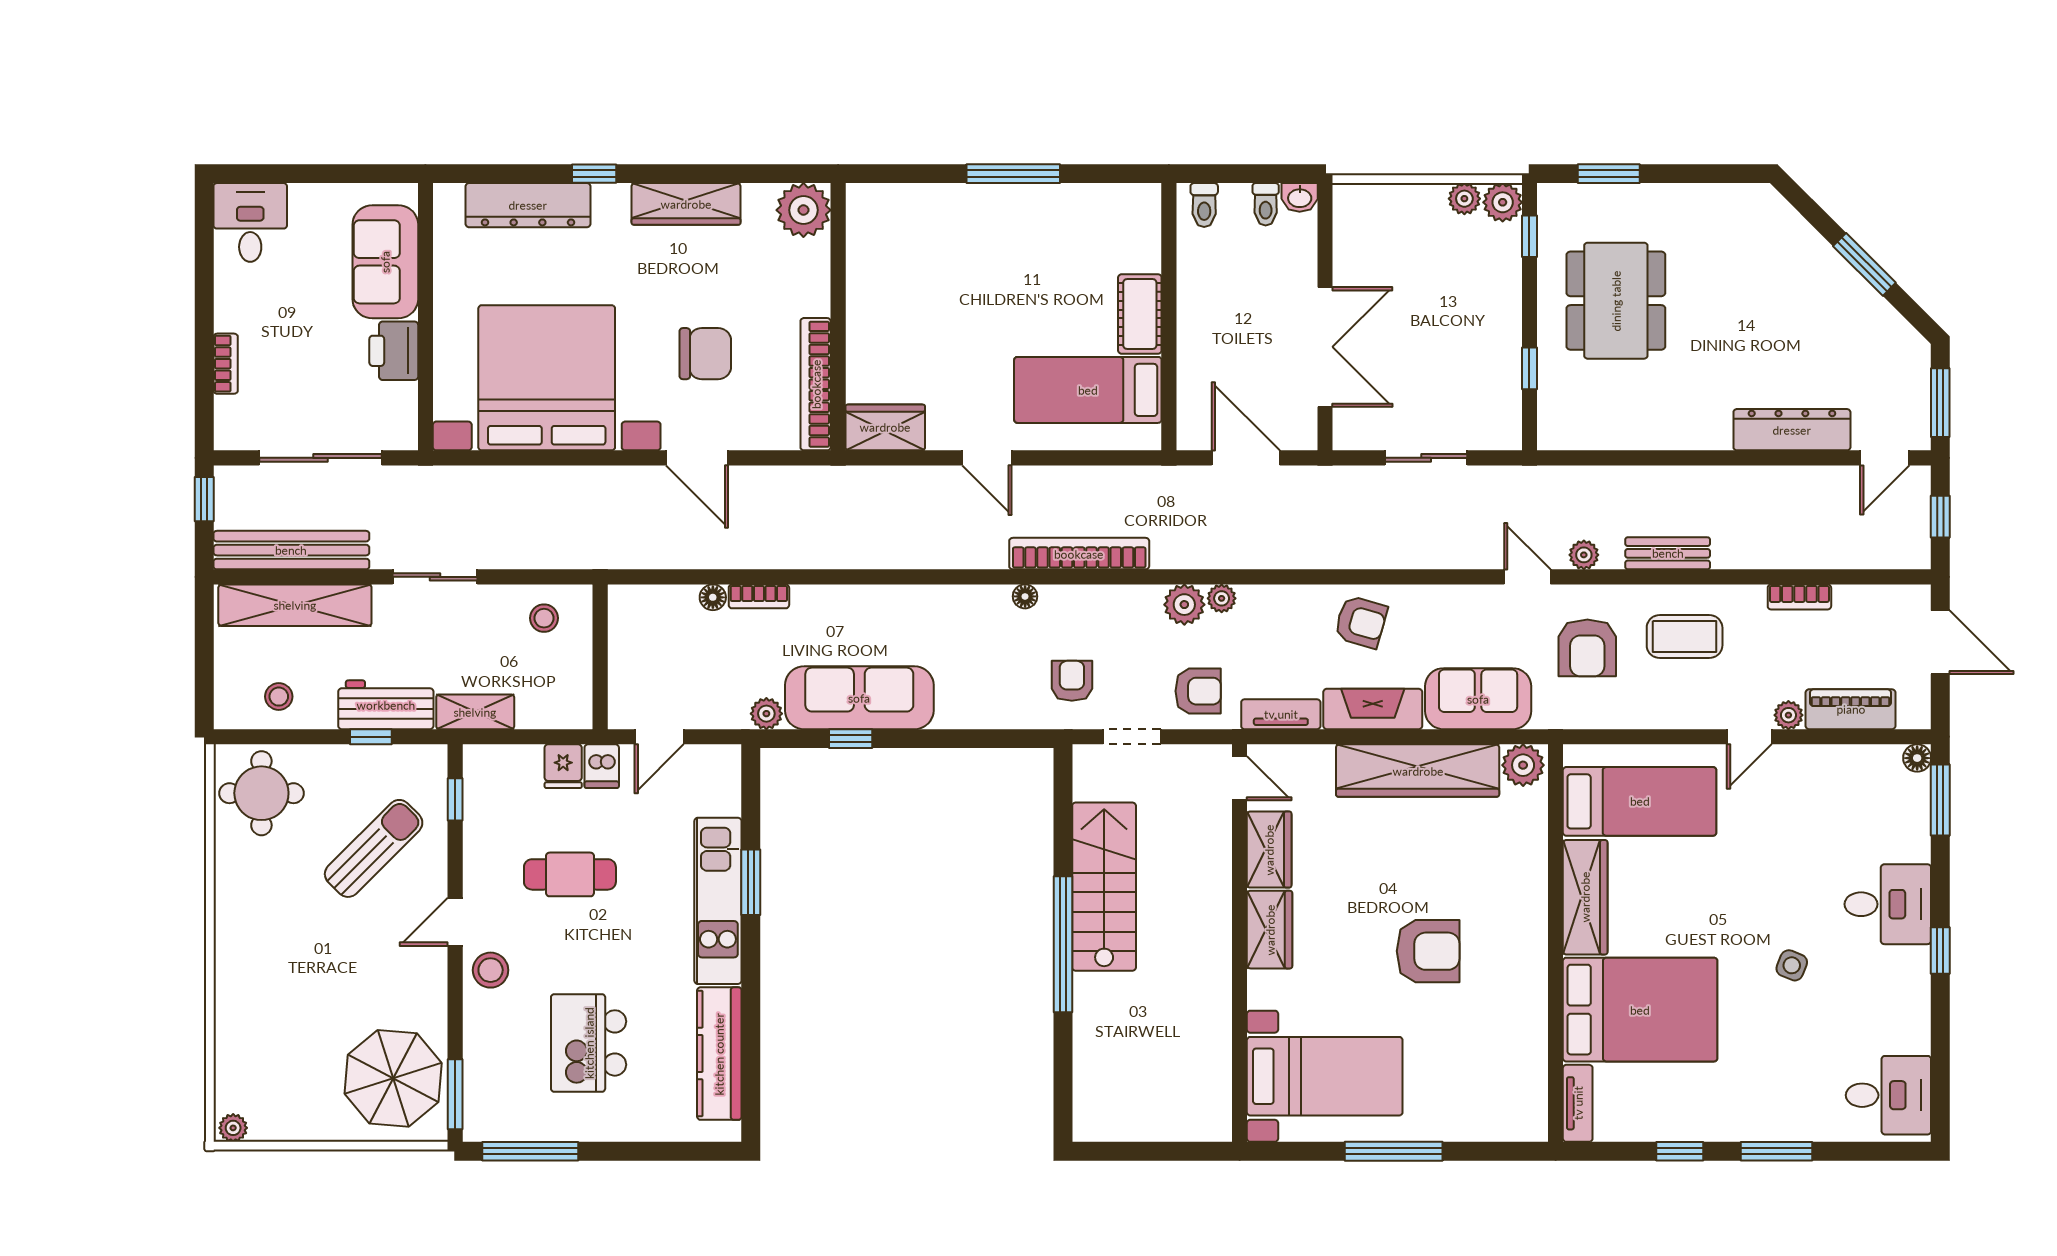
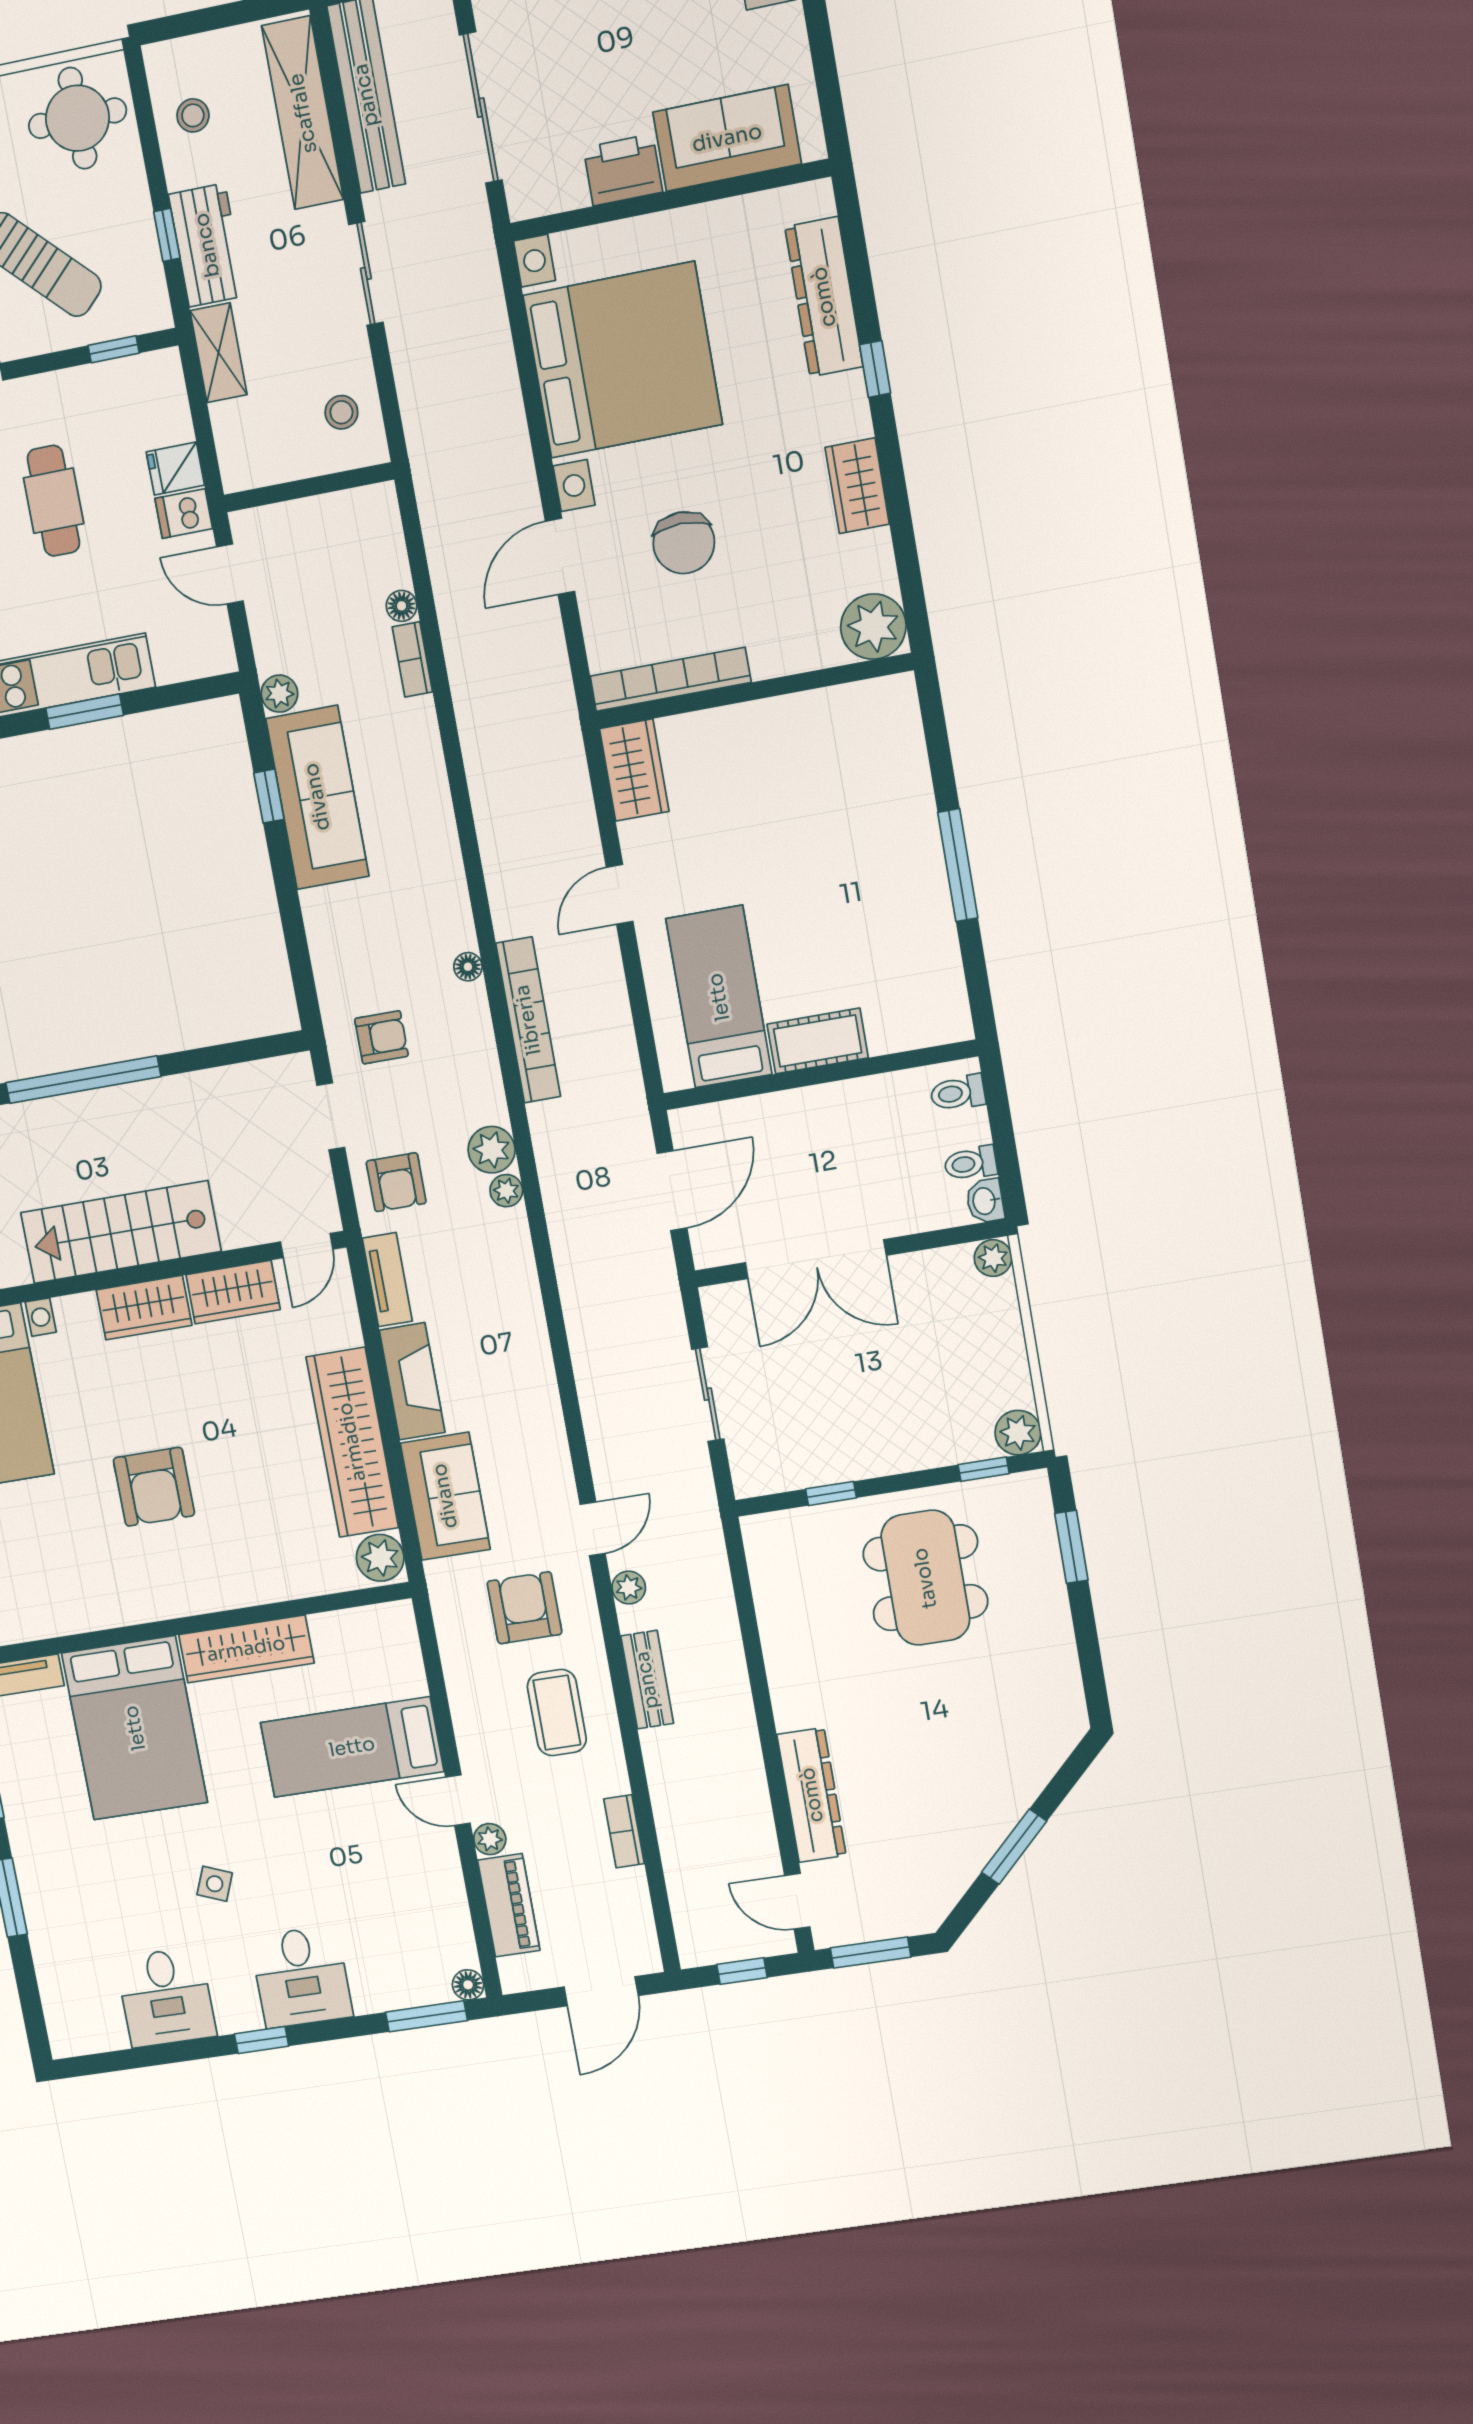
plant: (1464, 199) -> (993, 1258), moved
wardrobe: (686, 204) -> (857, 486), width x0.67
dining table: (1616, 301) -> (925, 1578), turned 90
armchair: (1361, 622) -> (508, 1352), removed
armchair: (1587, 648) -> (525, 1608), turned 90
bed: (1640, 801) -> (352, 1747), moved, turned 90
stairs: (1104, 887) -> (121, 1232), moved, turned 180
desk: (1888, 1095) -> (166, 1997), moved

